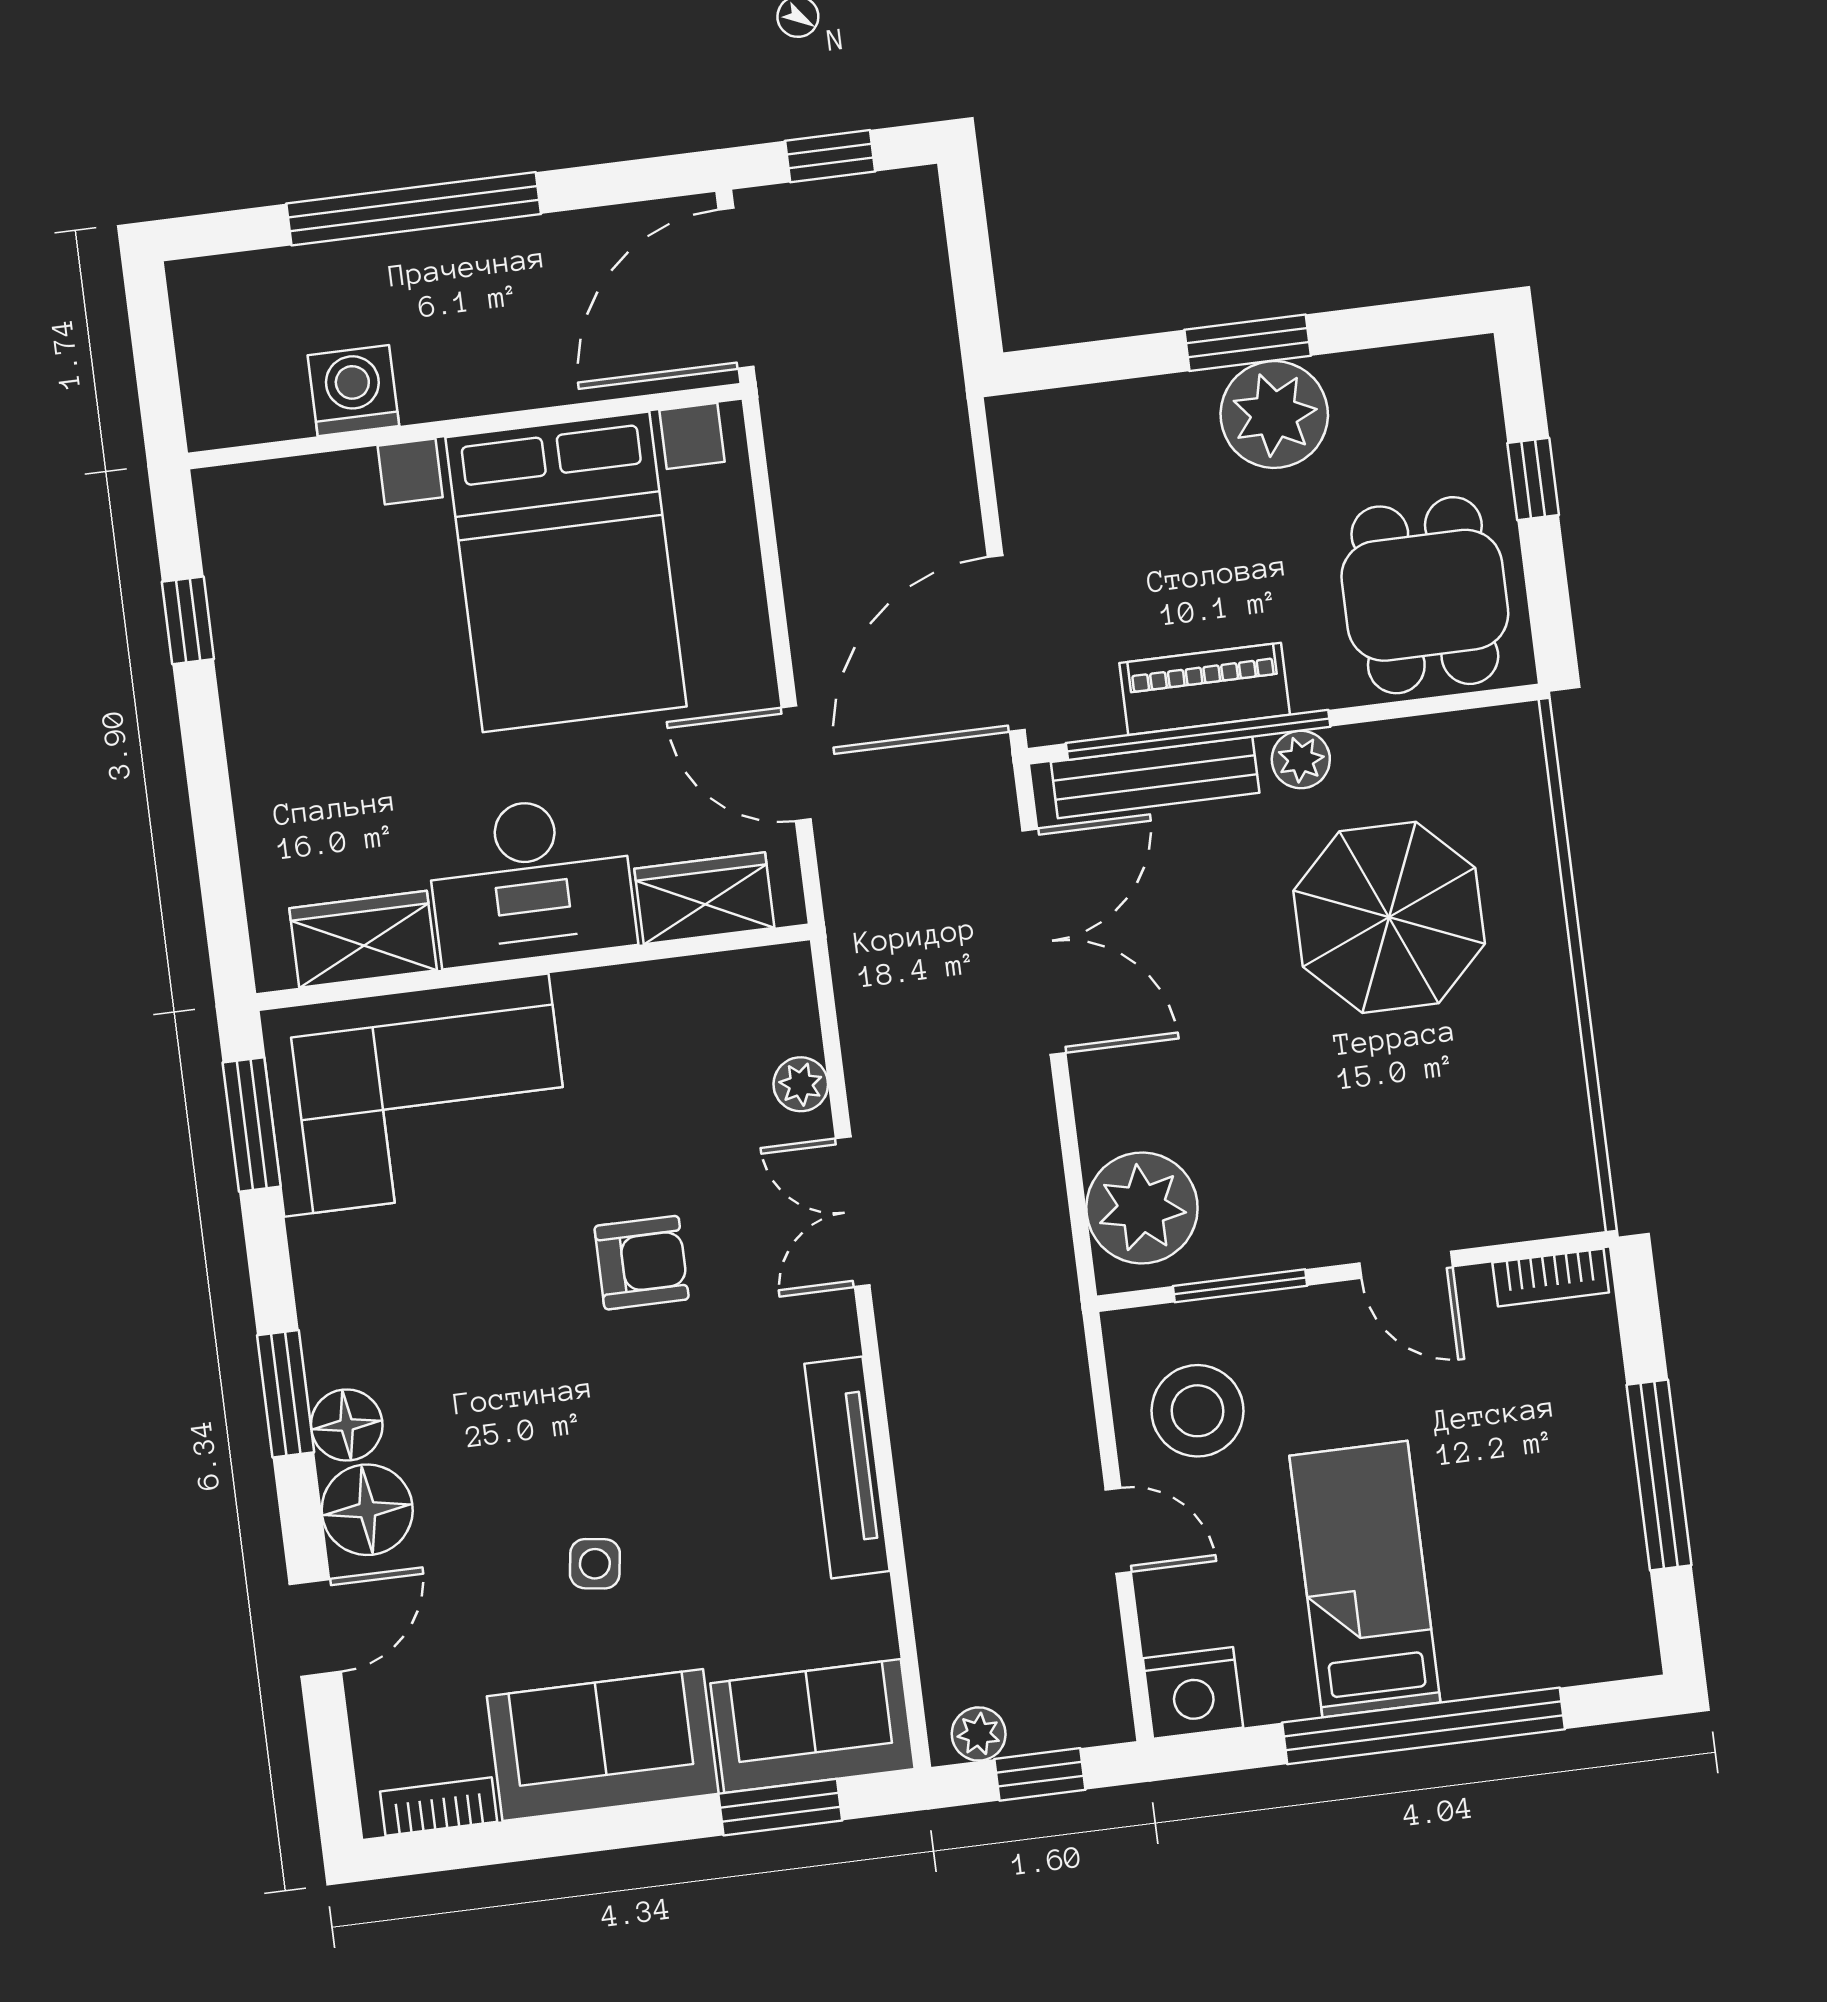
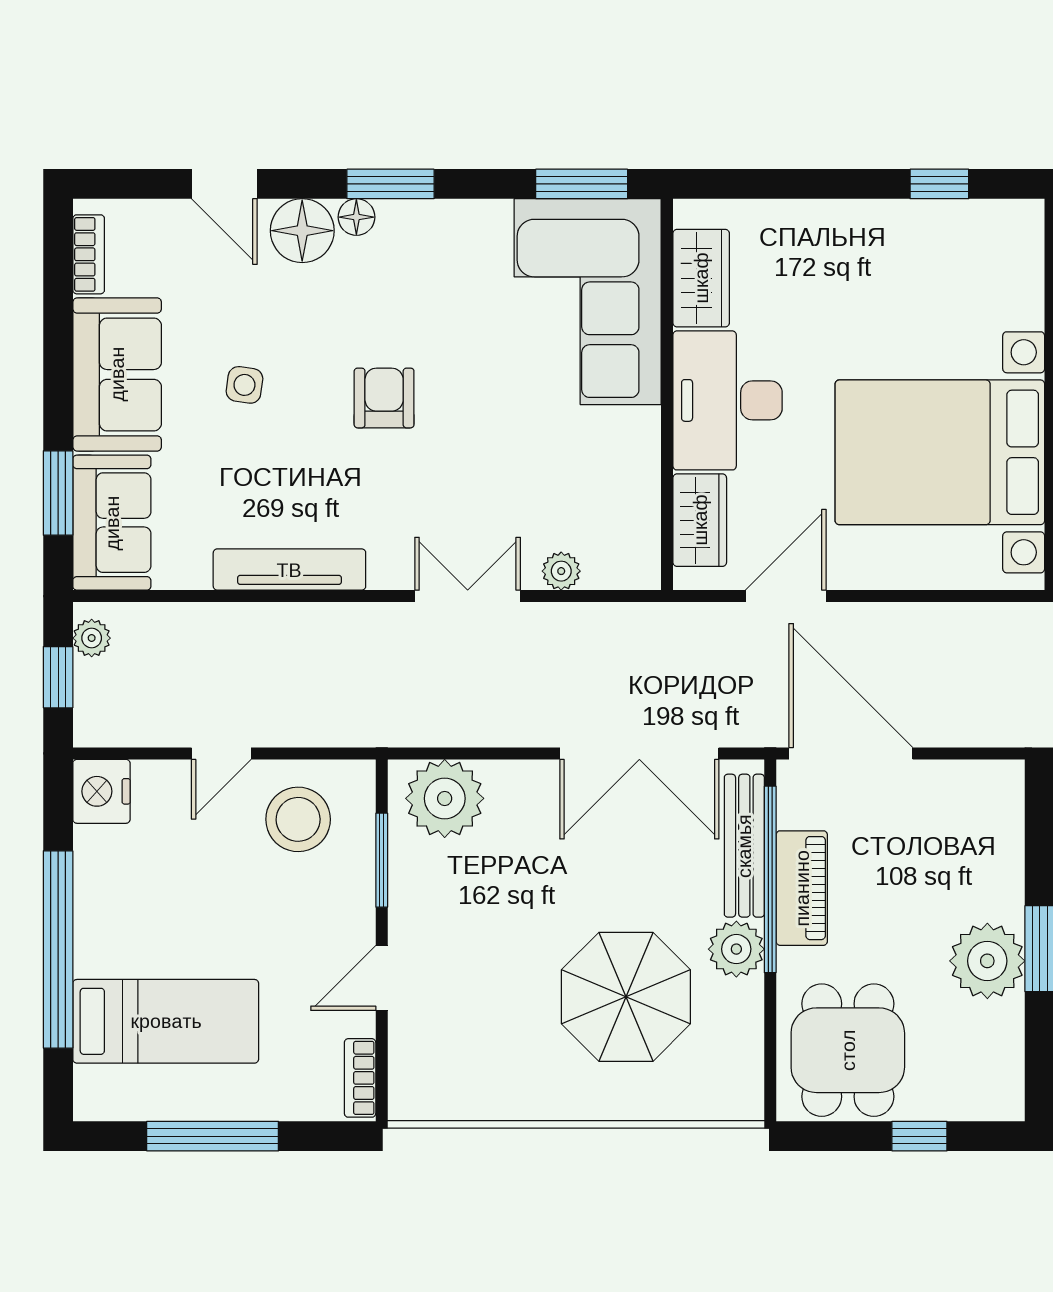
dining table: (1425, 595) -> (848, 1050), turned 90
plant: (1301, 760) -> (736, 949), width x1.38, depth x1.38
armchair: (642, 1263) -> (384, 398), moved, turned 180
floor lamp: (347, 1425) -> (356, 217), width x0.73, depth x0.73
bed: (1365, 1579) -> (166, 1021), moved

